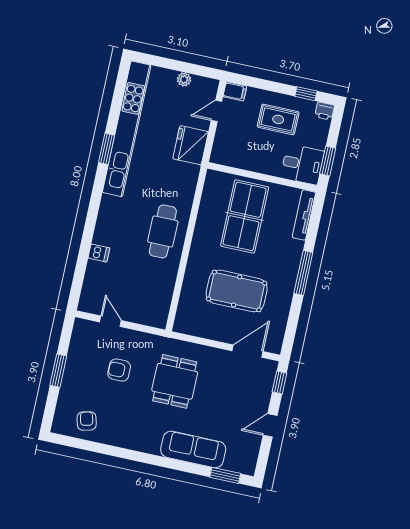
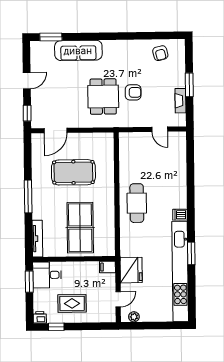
plant: (184, 79) -> (134, 317), moved
filing cabinet: (235, 91) -> (107, 267), moved
dishwasher: (99, 253) -> (180, 215), moved
fireplace: (75, 353) -> (180, 101), added
armchair: (119, 370) -> (133, 92), moved

